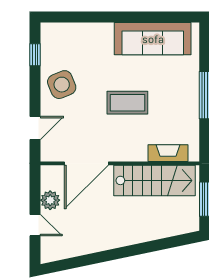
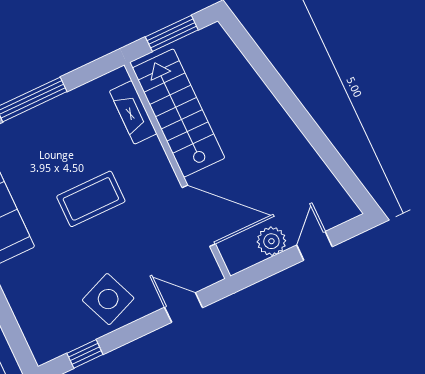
coffee table: (127, 103) -> (91, 199), turned 90

